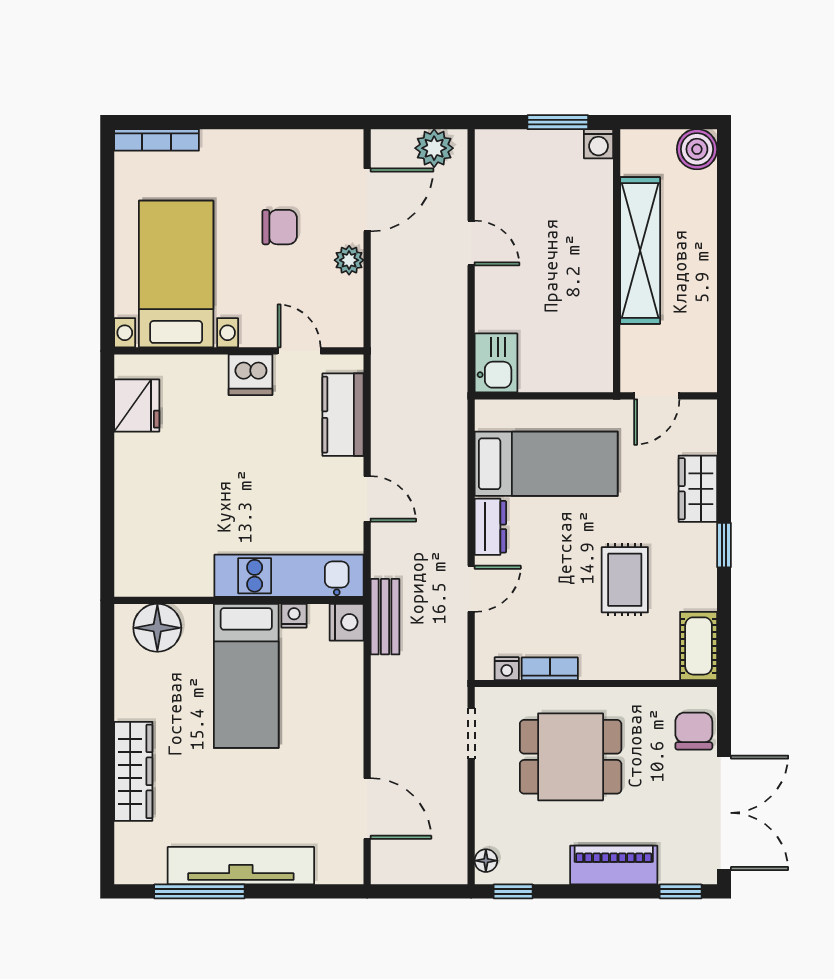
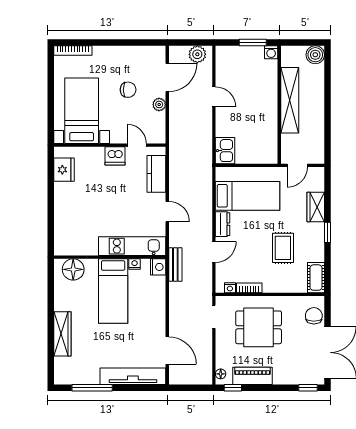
piano: (614, 865) -> (252, 376), moved
tv unit: (241, 866) -> (133, 376), moved

